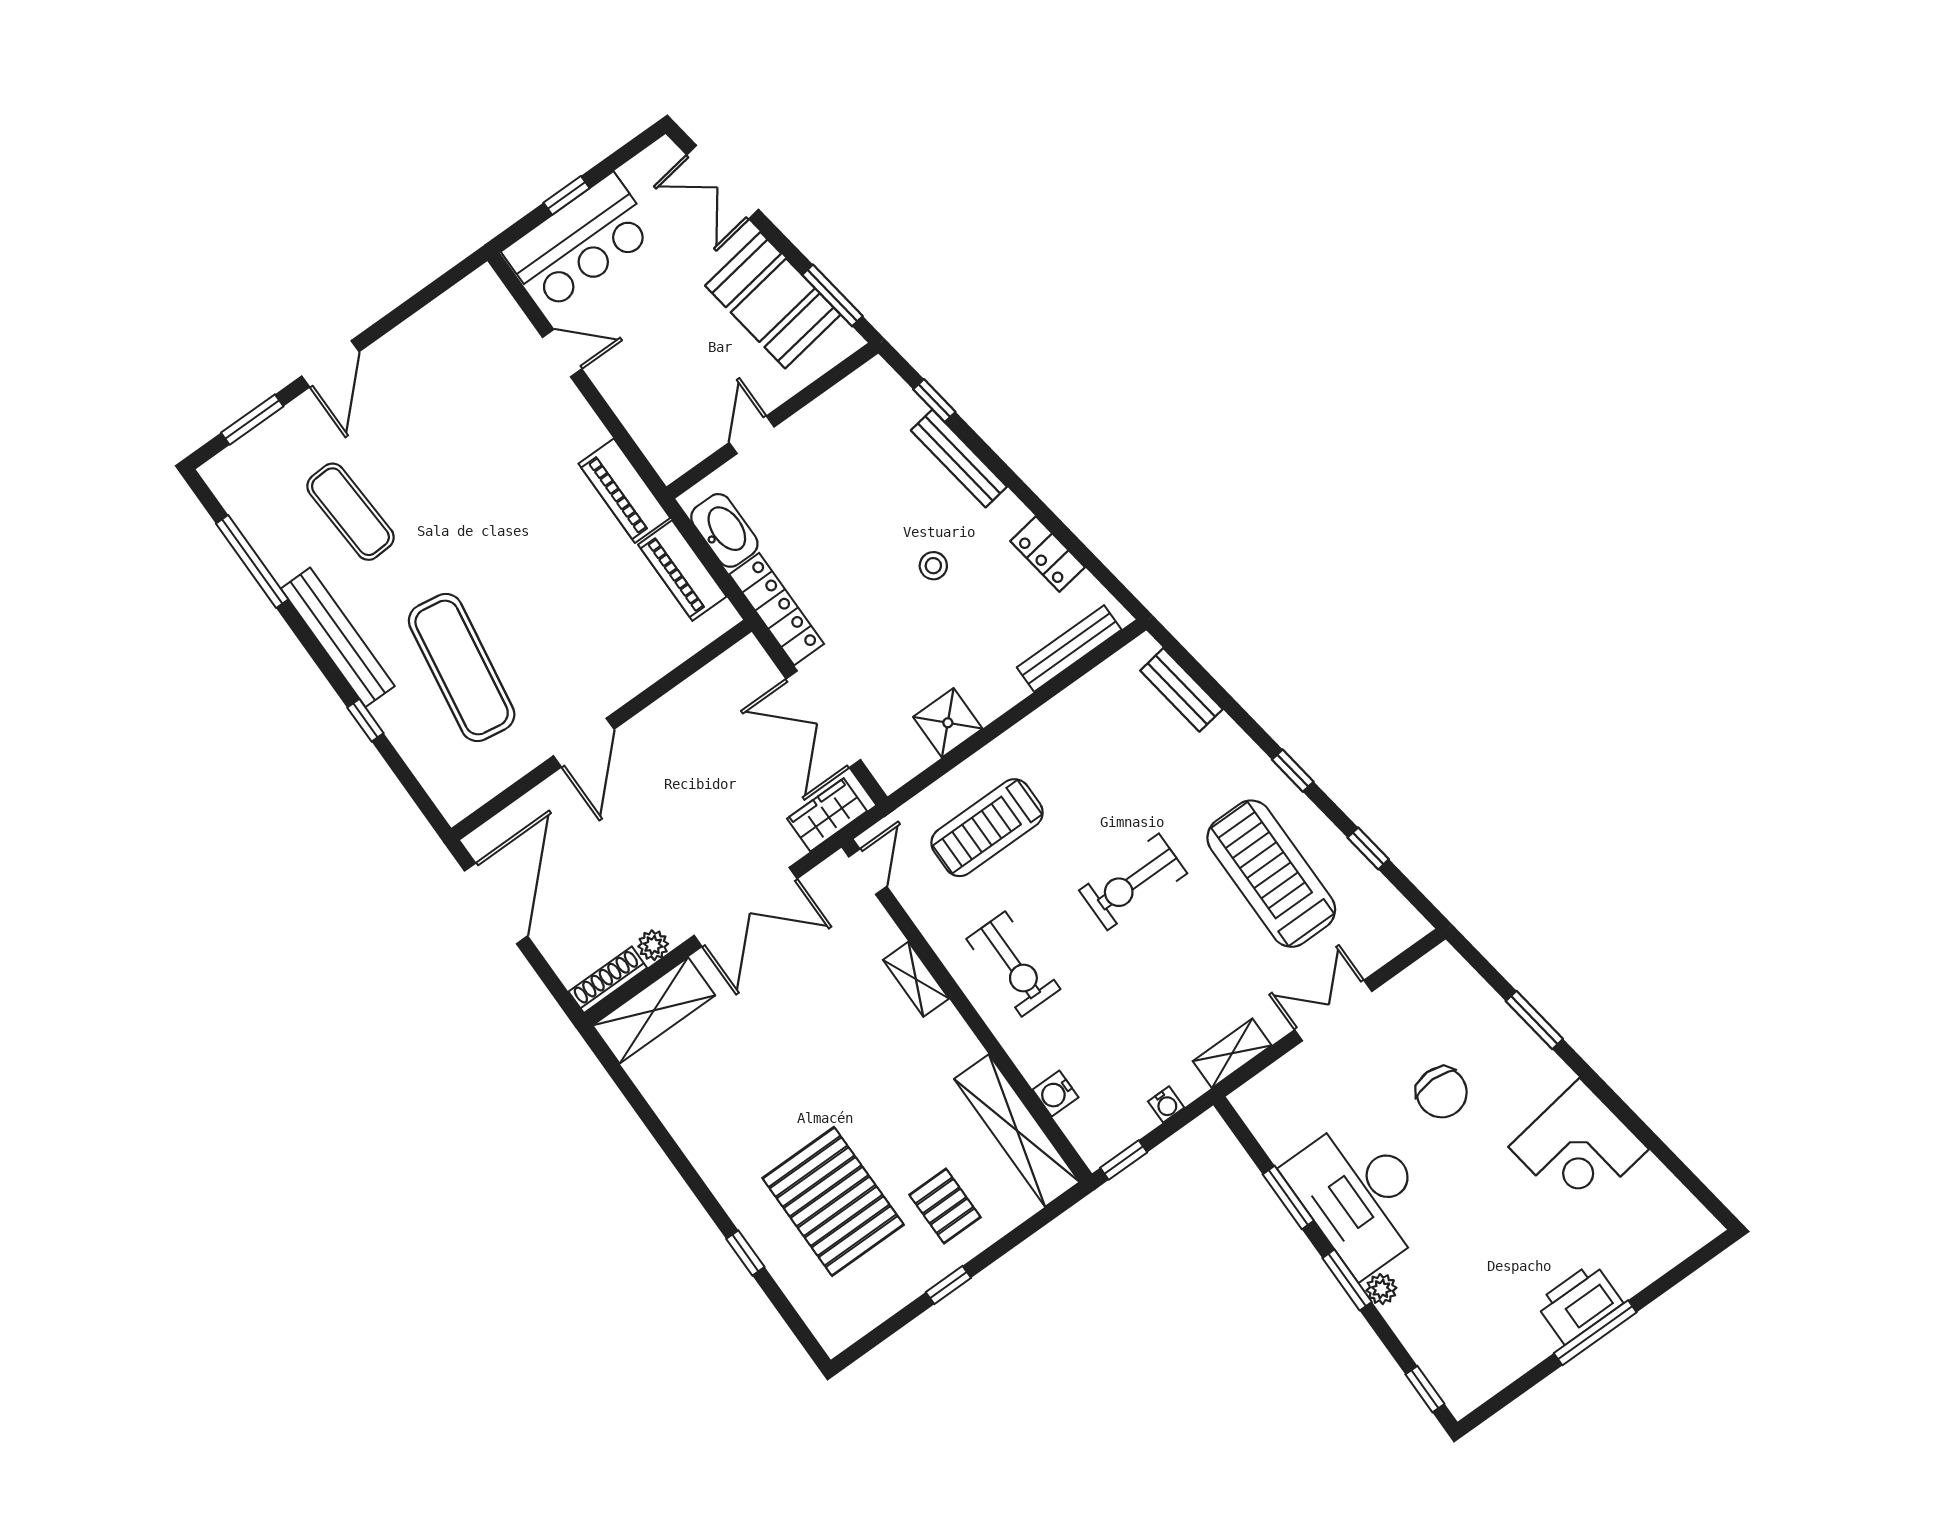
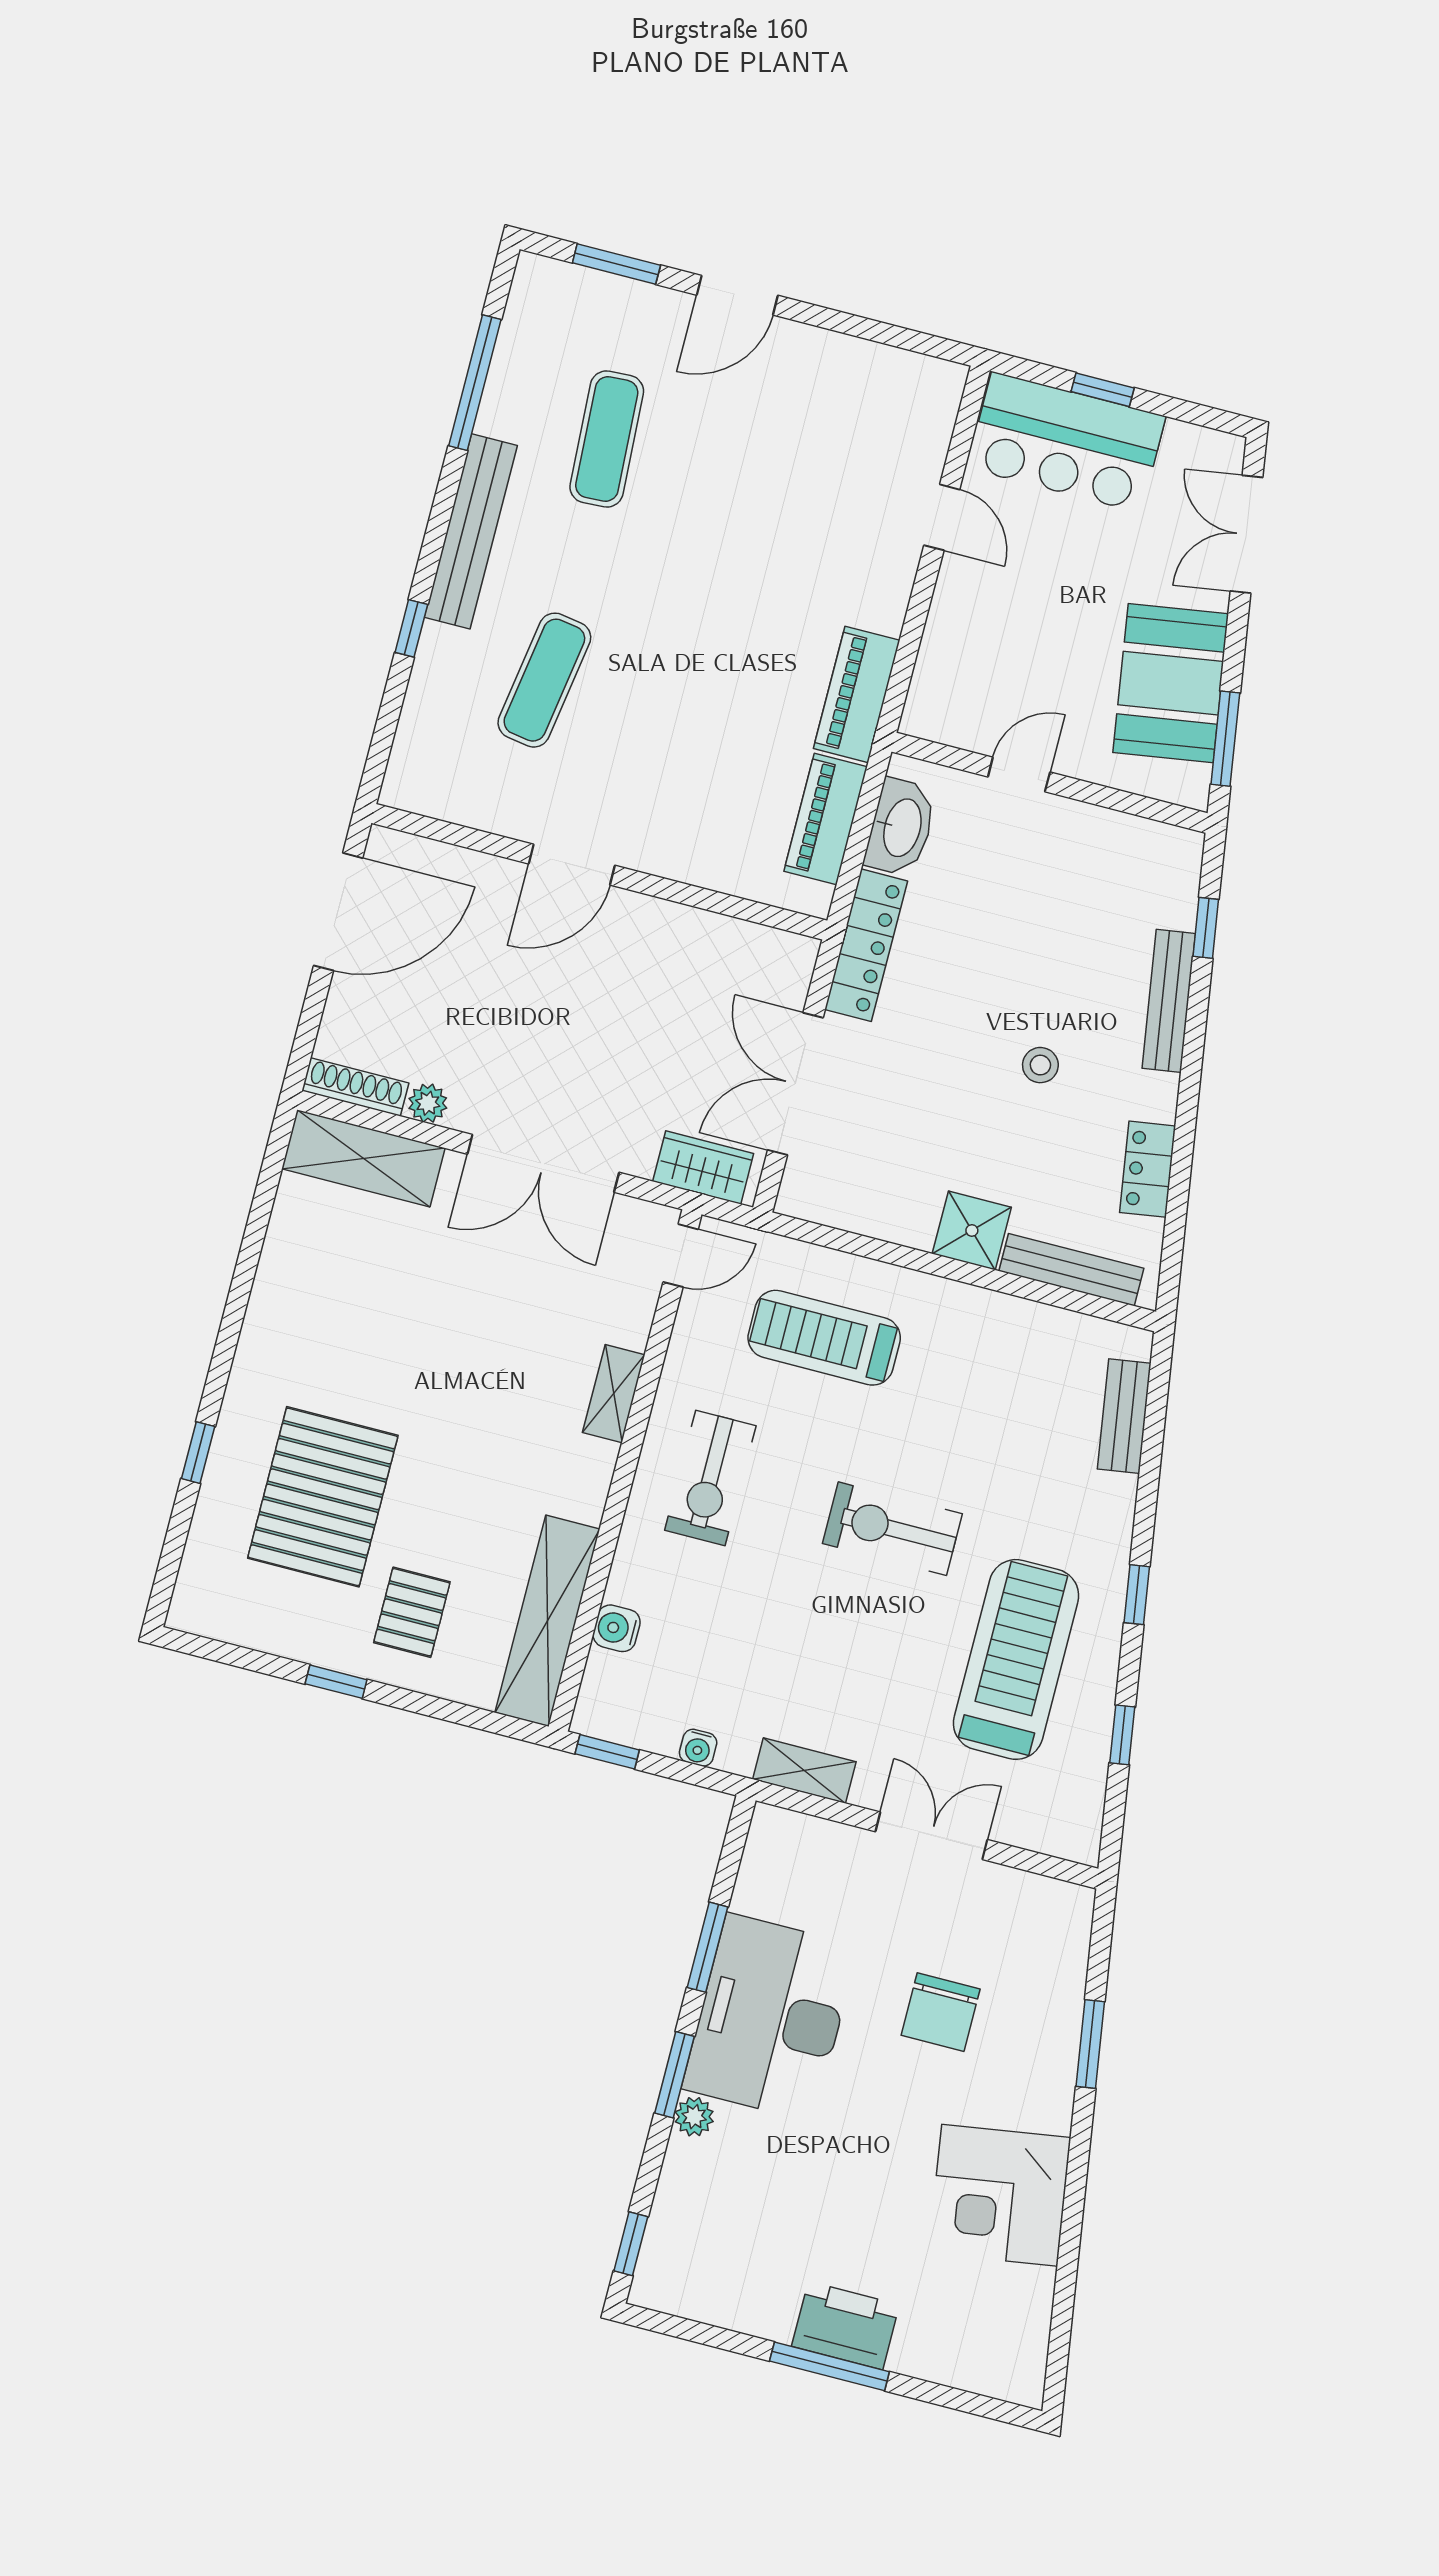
exercise mat: (462, 667) -> (544, 680), width x0.73, depth x0.69
shower: (948, 723) -> (972, 1231), moved

